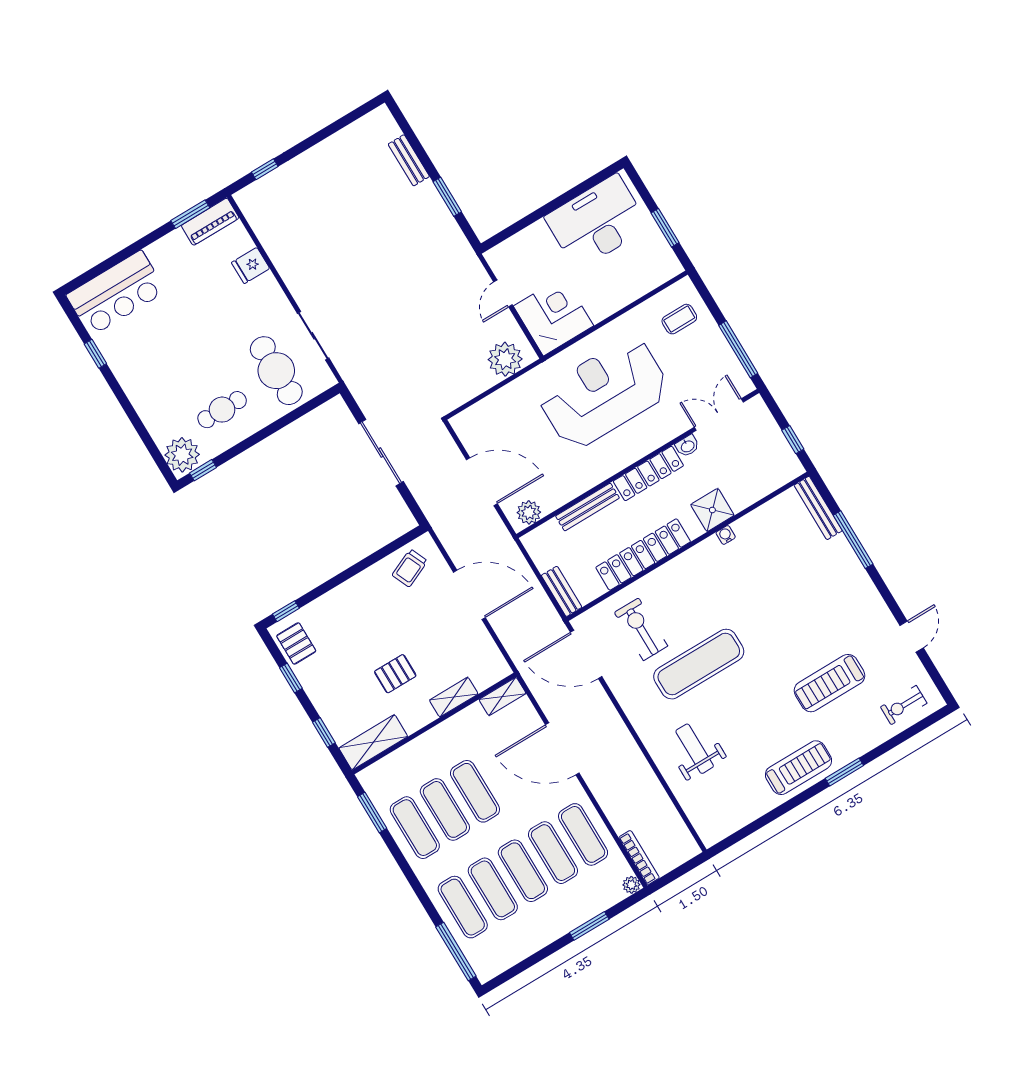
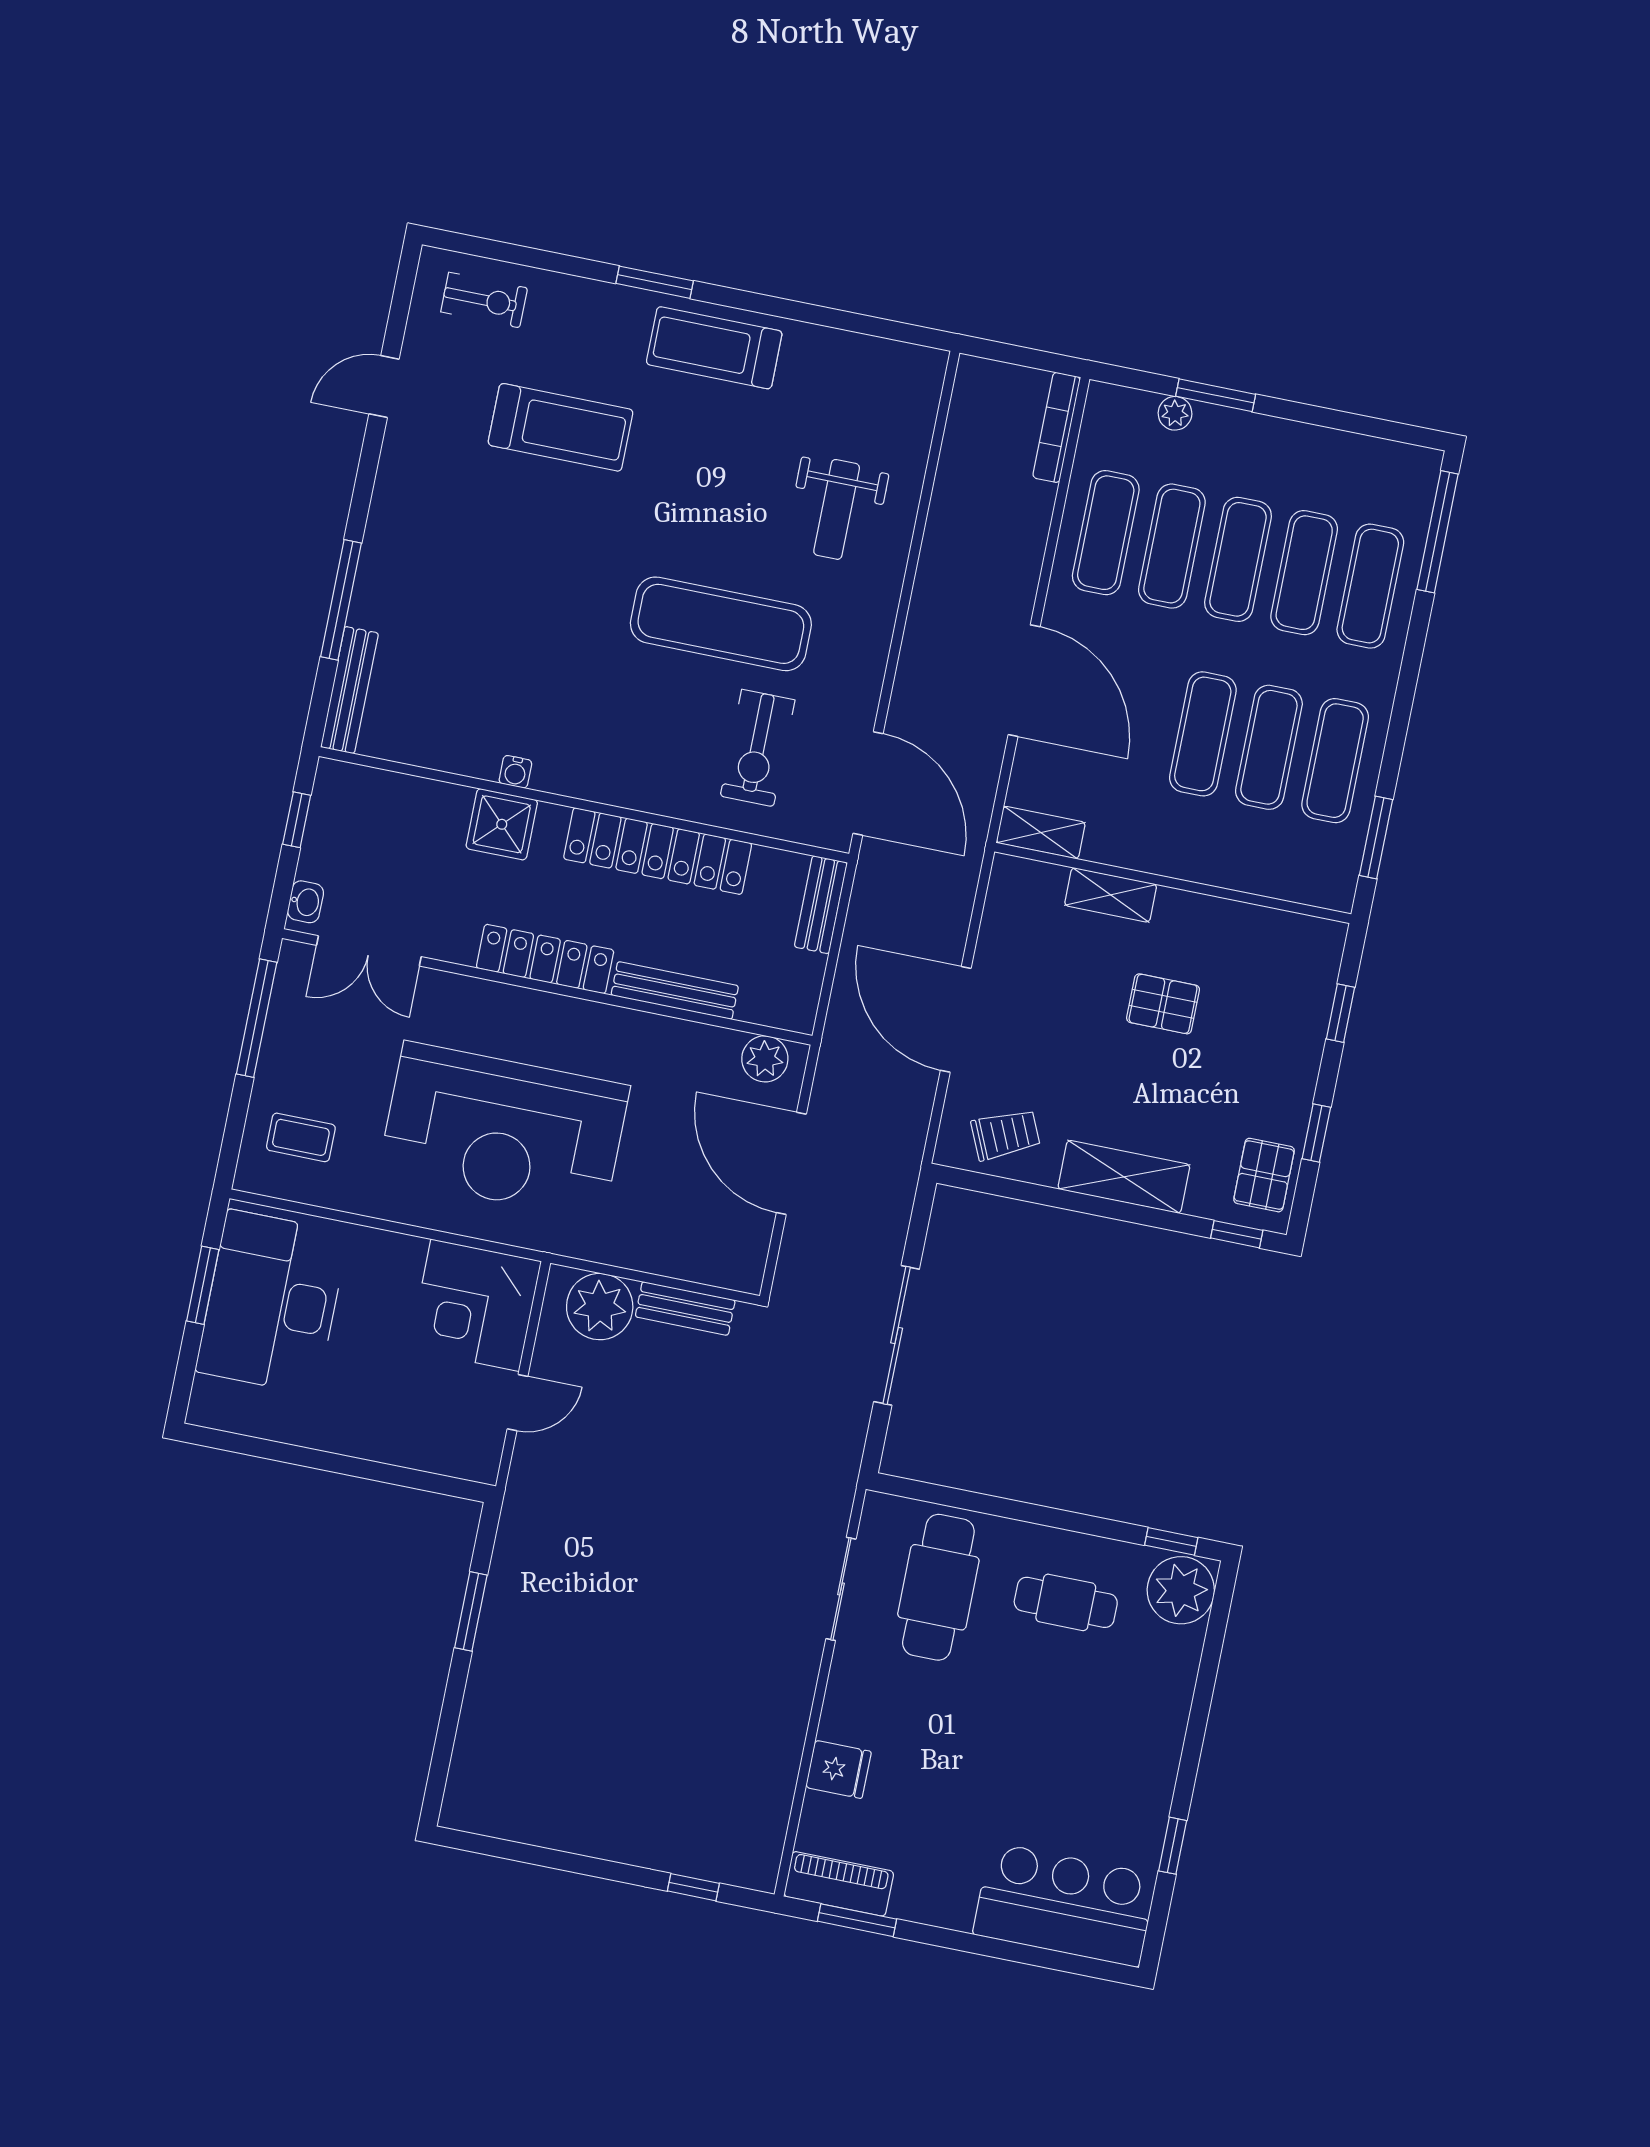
bench: (409, 160) -> (685, 1308), moved, turned 90
desk: (597, 222) -> (272, 1302), moved, turned 90
washbasin: (687, 446) -> (306, 902), moved, turned 90
shelving: (373, 742) -> (1124, 1177), moved
plant: (631, 885) -> (1175, 413), moved

